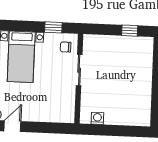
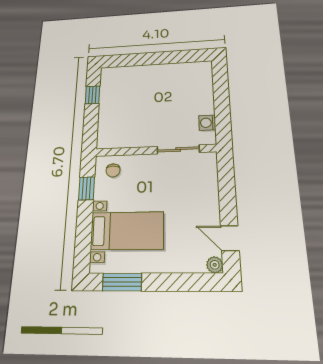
sliding door: (79, 70) -> (178, 149), moved

